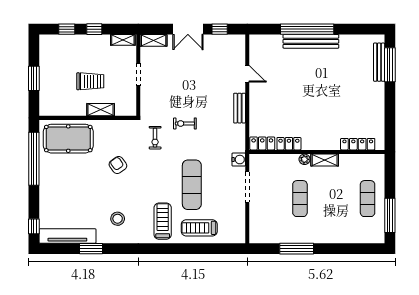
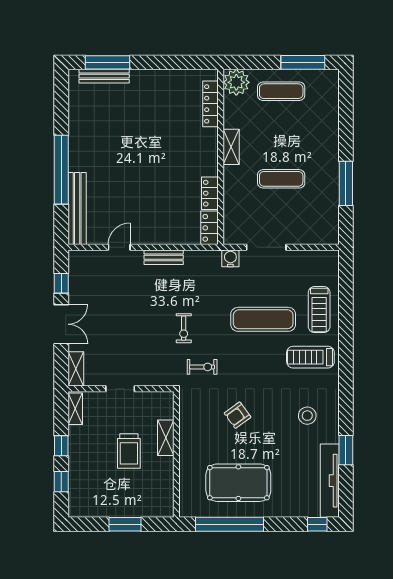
bench: (311, 41) -> (77, 209), moved
trolley: (90, 81) -> (129, 451), turned 180
pool table: (68, 139) -> (238, 483), moved, turned 90
plant: (305, 159) -> (236, 82), moved, width x1.88, depth x1.88

